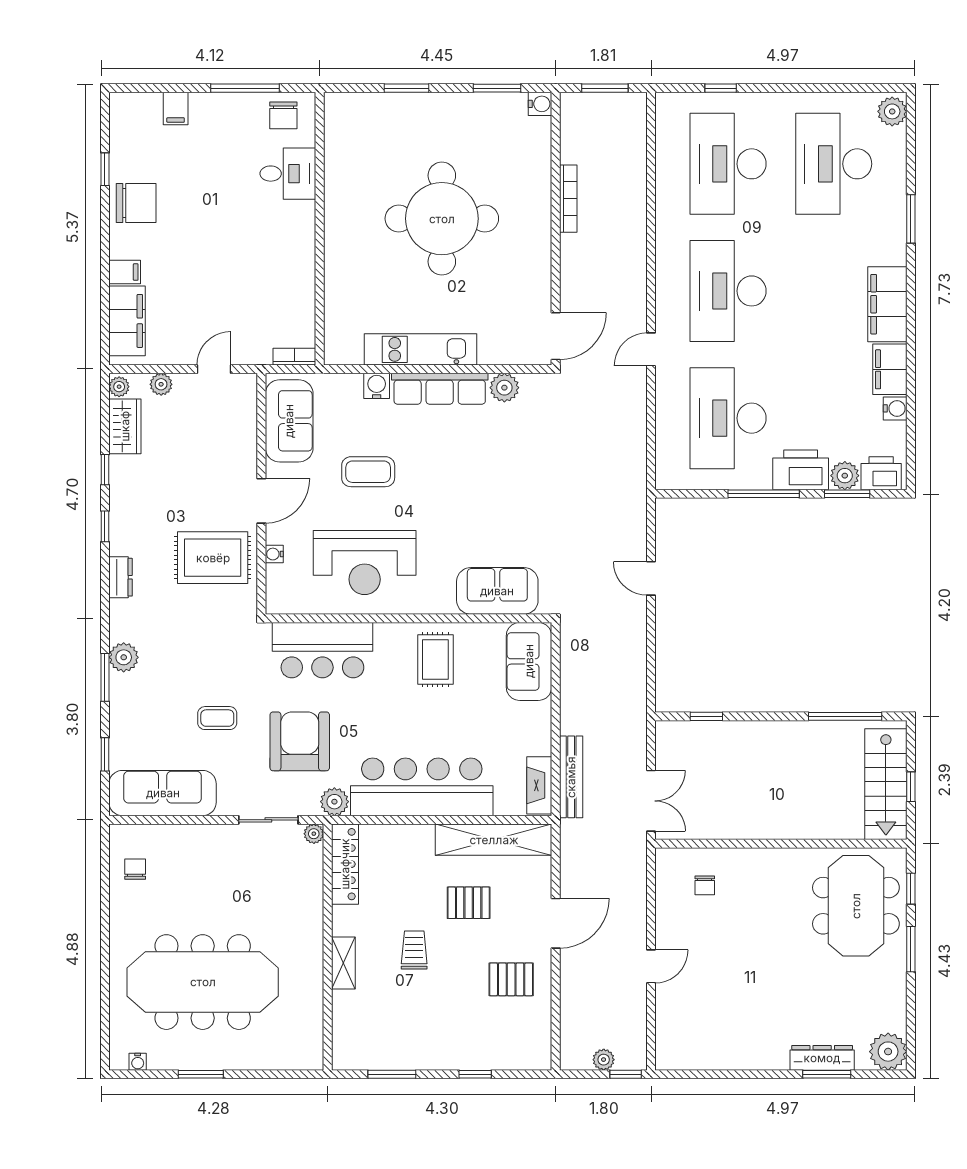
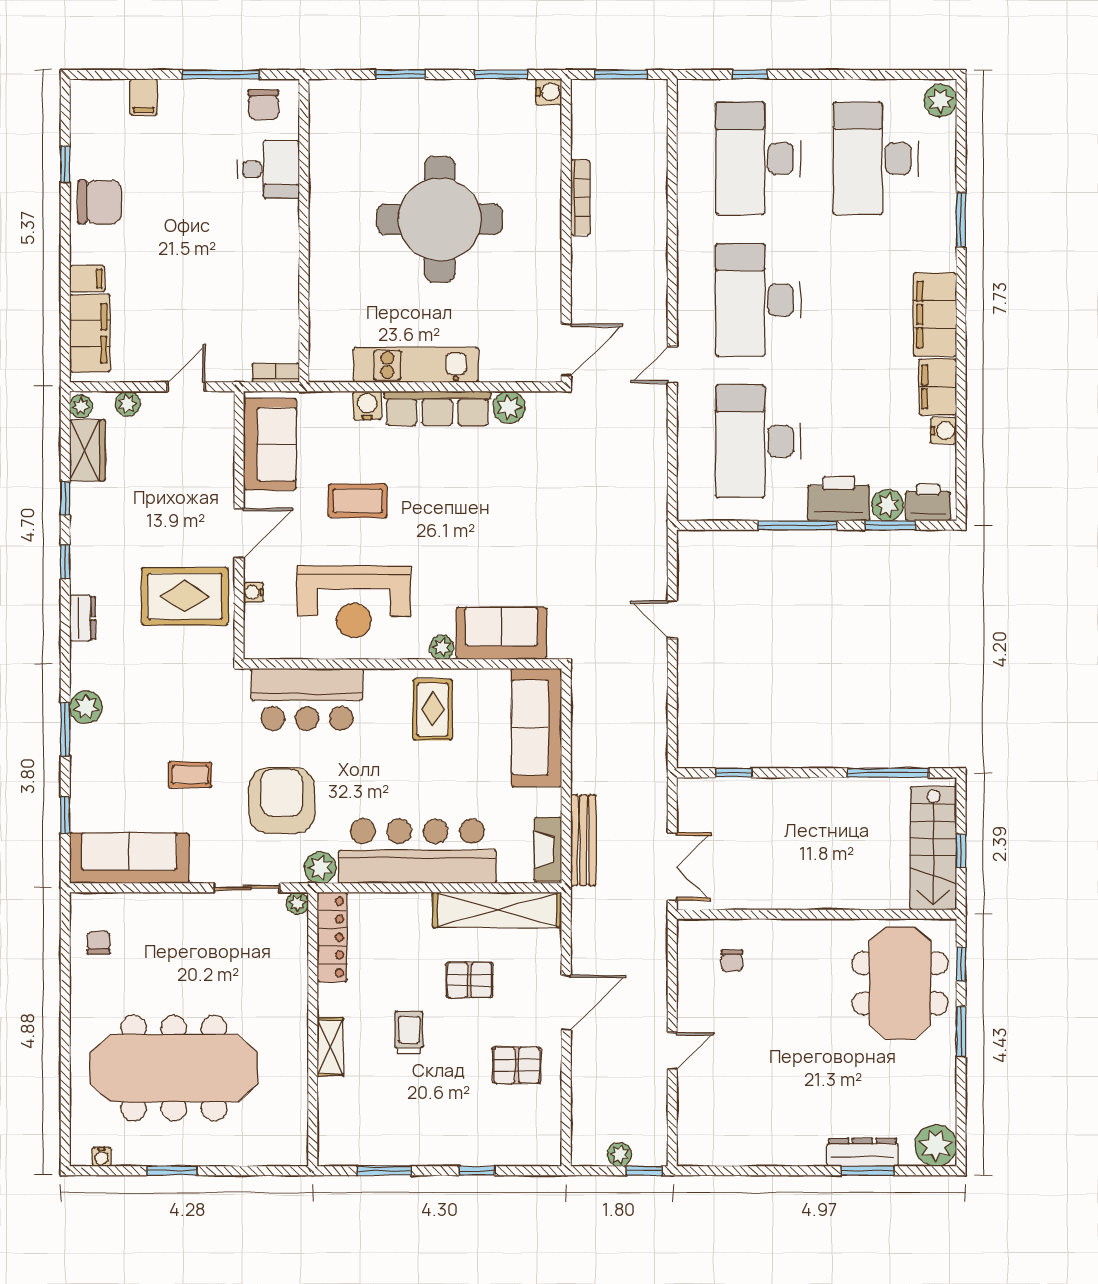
plant: (444, 604) -> (442, 647), added
sofa: (529, 661) -> (537, 727), width x1.36

